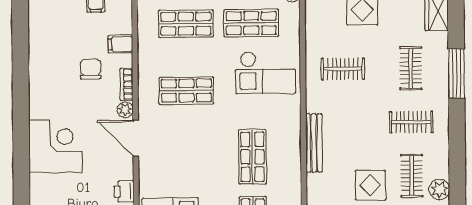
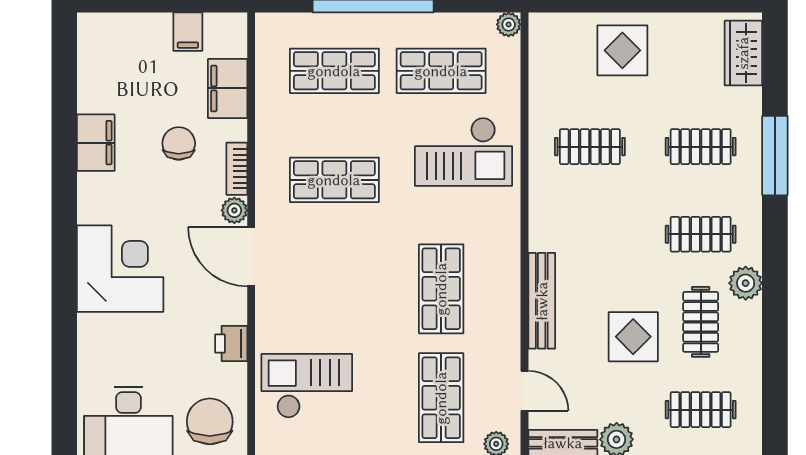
filing cabinet: (120, 44) -> (228, 88), width x2.00
clothes rail: (411, 68) -> (701, 147), turned 90
filing cabinet: (40, 69) -> (96, 143), added
bench: (314, 143) -> (542, 301), moved
plant: (439, 189) -> (746, 283), moved

